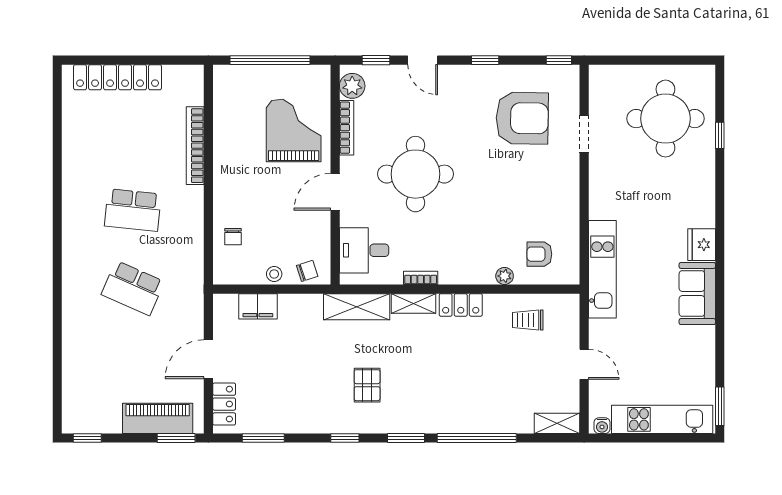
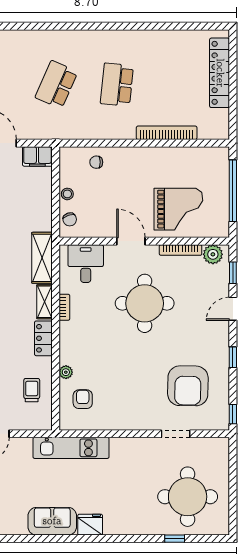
filing cabinet: (258, 306) -> (37, 156), moved, turned -90

